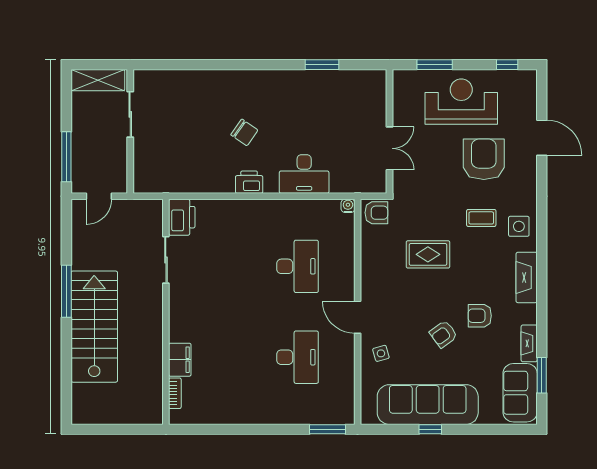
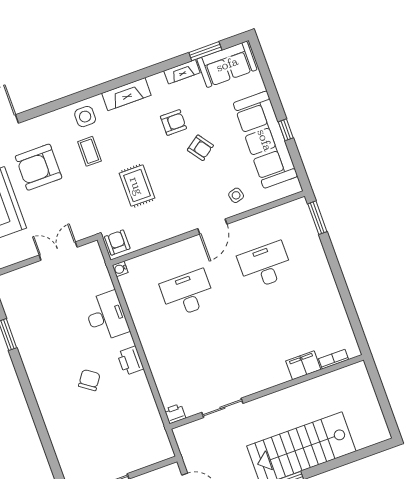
printer: (182, 217) -> (175, 414), width x0.53, depth x0.68
armchair: (480, 316) -> (173, 122), turned -90

